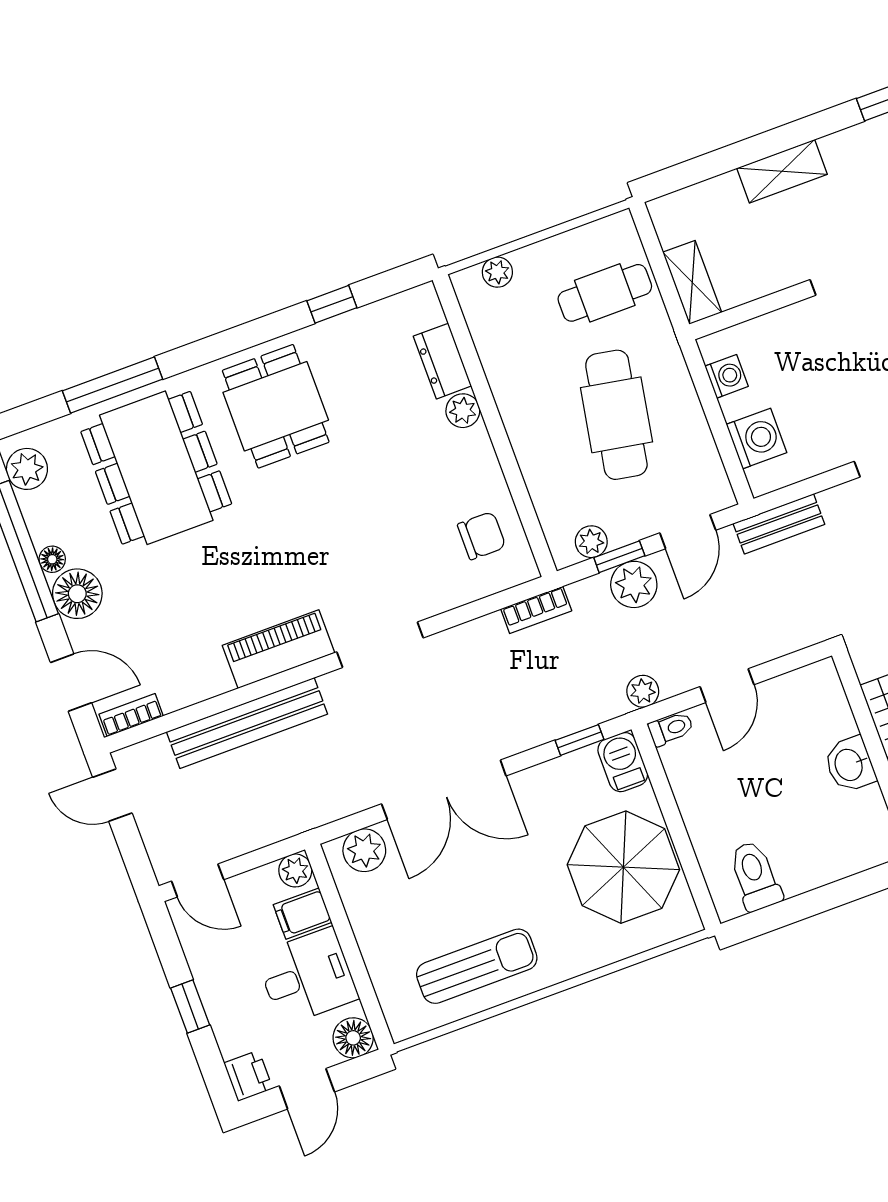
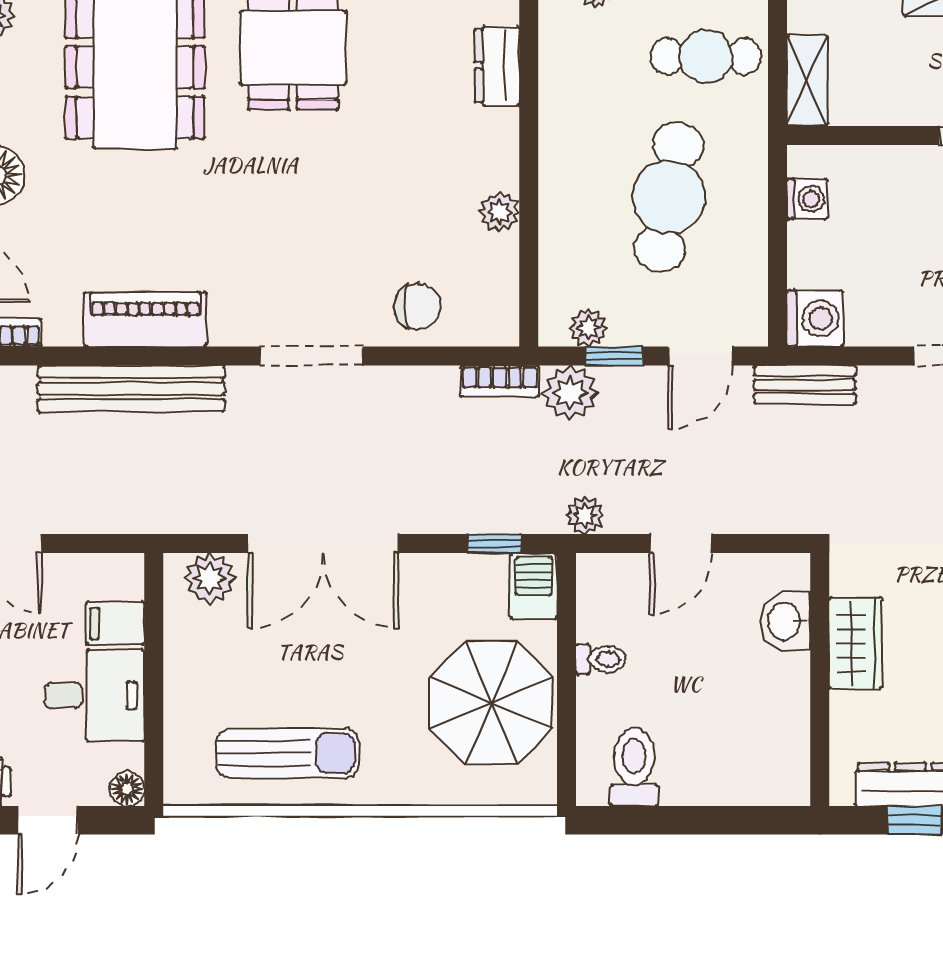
plant: (463, 411) -> (499, 212), moved
washing machine: (757, 438) -> (815, 318), moved
chair: (482, 536) -> (418, 307), moved
plant: (634, 584) -> (570, 393), moved
piano: (279, 649) -> (145, 319), moved
toilet: (671, 729) -> (601, 659), moved
washbasin: (850, 765) -> (785, 621), moved
plant: (295, 870) -> (125, 572), removed
floor lamp: (353, 1038) -> (127, 789), width x0.73, depth x0.73

